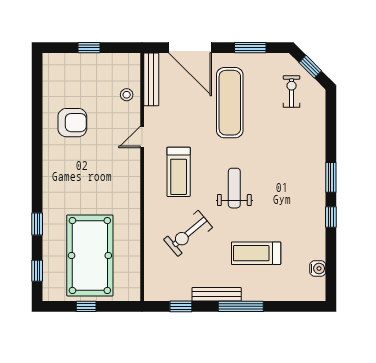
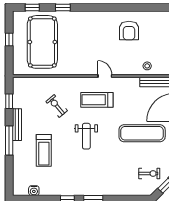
door: (142, 137) -> (105, 76), moved
weight bench: (234, 188) -> (86, 136), turned 90
exercise bike: (188, 233) -> (57, 106), width x0.73, depth x0.72
treadmill: (256, 253) -> (44, 150), turned 180
pool table: (90, 256) -> (42, 42), turned 90

